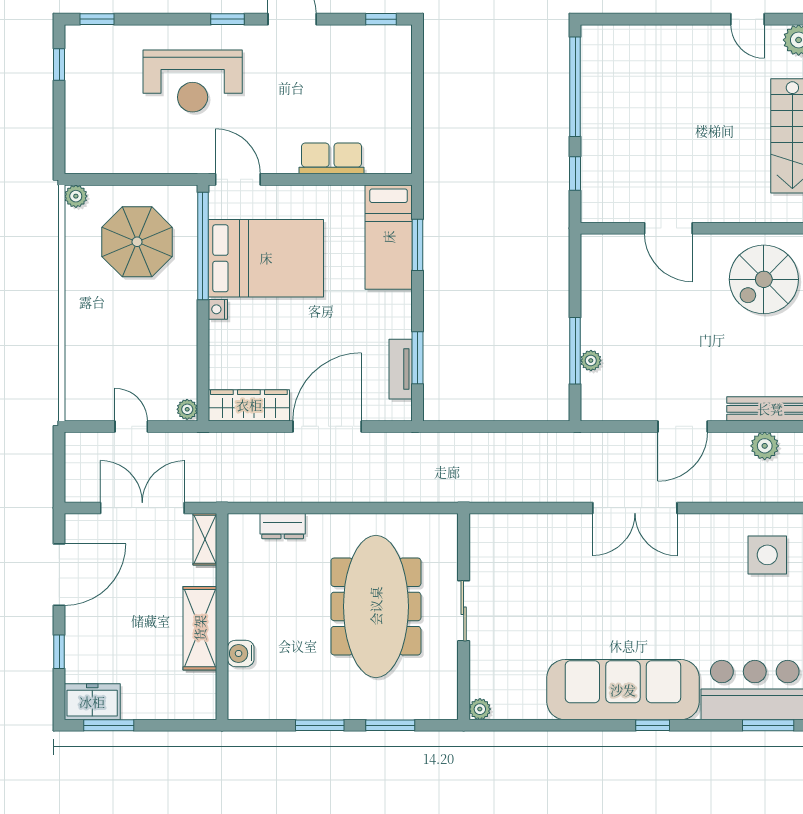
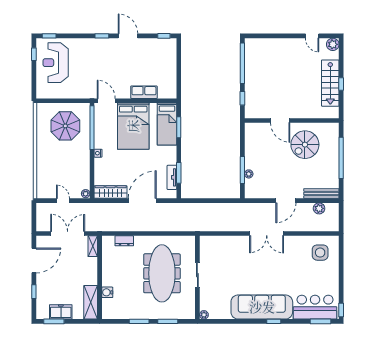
reception desk: (193, 81) -> (56, 63), moved, turned 90
plant: (76, 196) -> (41, 107), removed
bed: (266, 258) -> (133, 126), moved, turned 90
spiral stairs: (764, 279) -> (305, 145), moved
shelving: (200, 628) -> (91, 302), moved
freezer: (92, 702) -> (61, 312), moved

